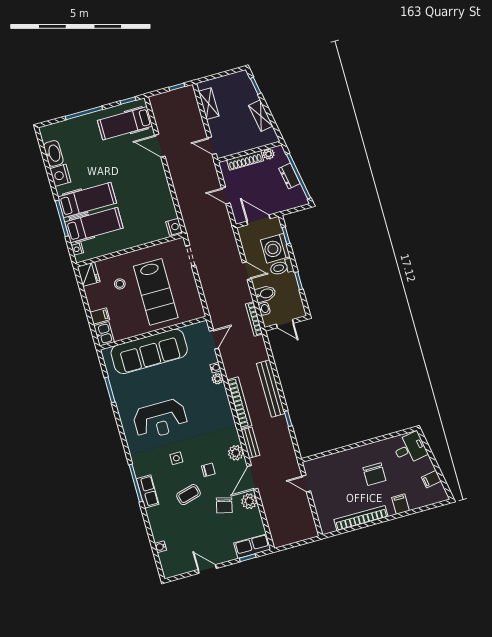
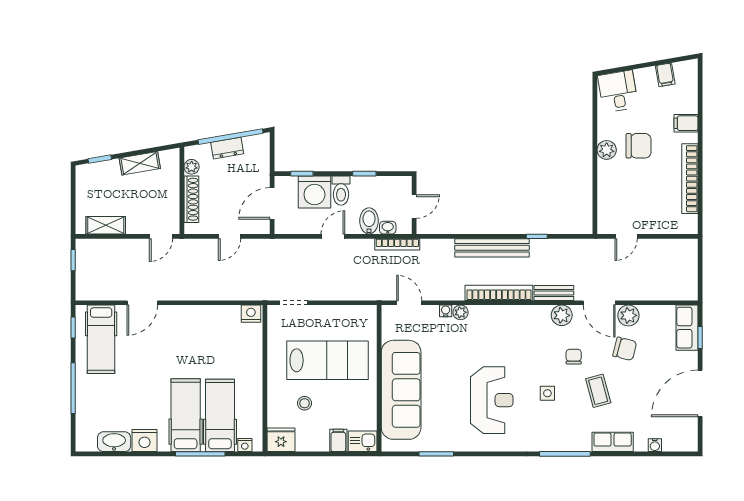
plant: (365, 452) -> (607, 150), added
row of seats: (148, 492) -> (613, 442), moved
door: (207, 569) -> (700, 393), width x1.88

